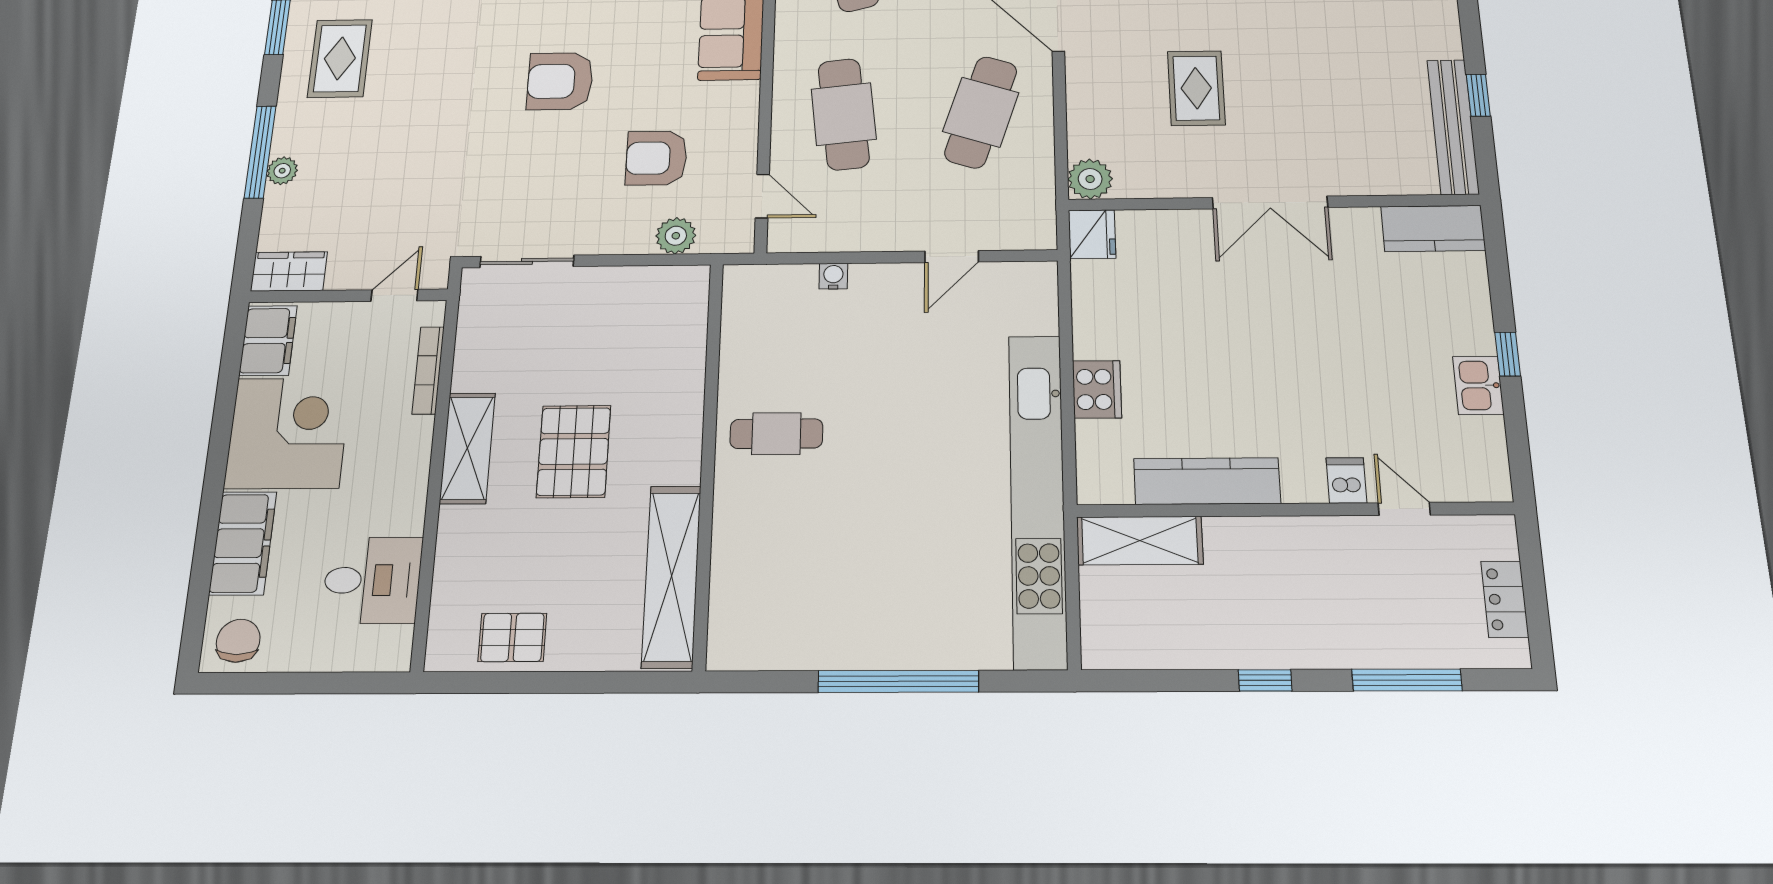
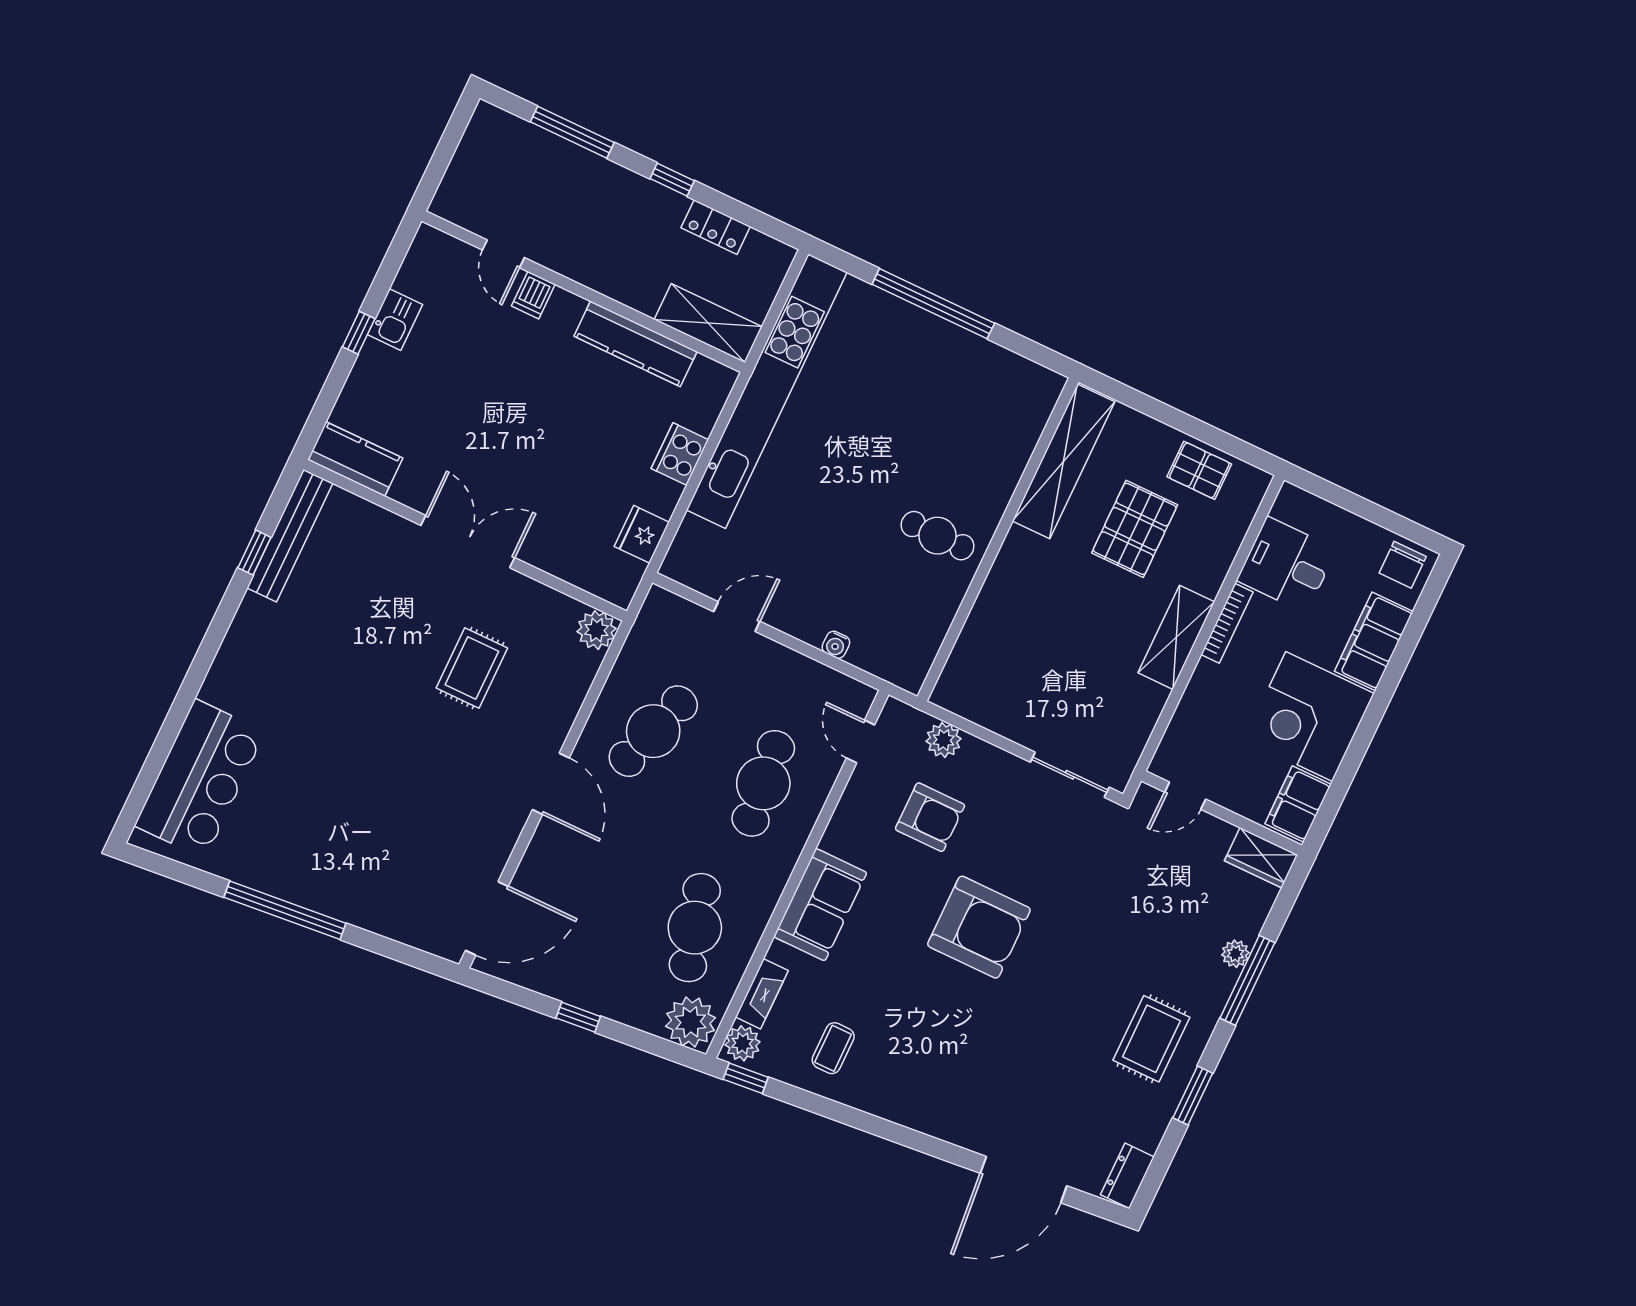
armchair: (560, 81) -> (979, 927), width x1.36, depth x1.36
fridge: (1092, 234) -> (642, 534), moved
bookcase: (428, 370) -> (1227, 623), moved
pallet: (574, 451) -> (1135, 529), moved
locker: (1505, 599) -> (716, 227), moved, turned 90

